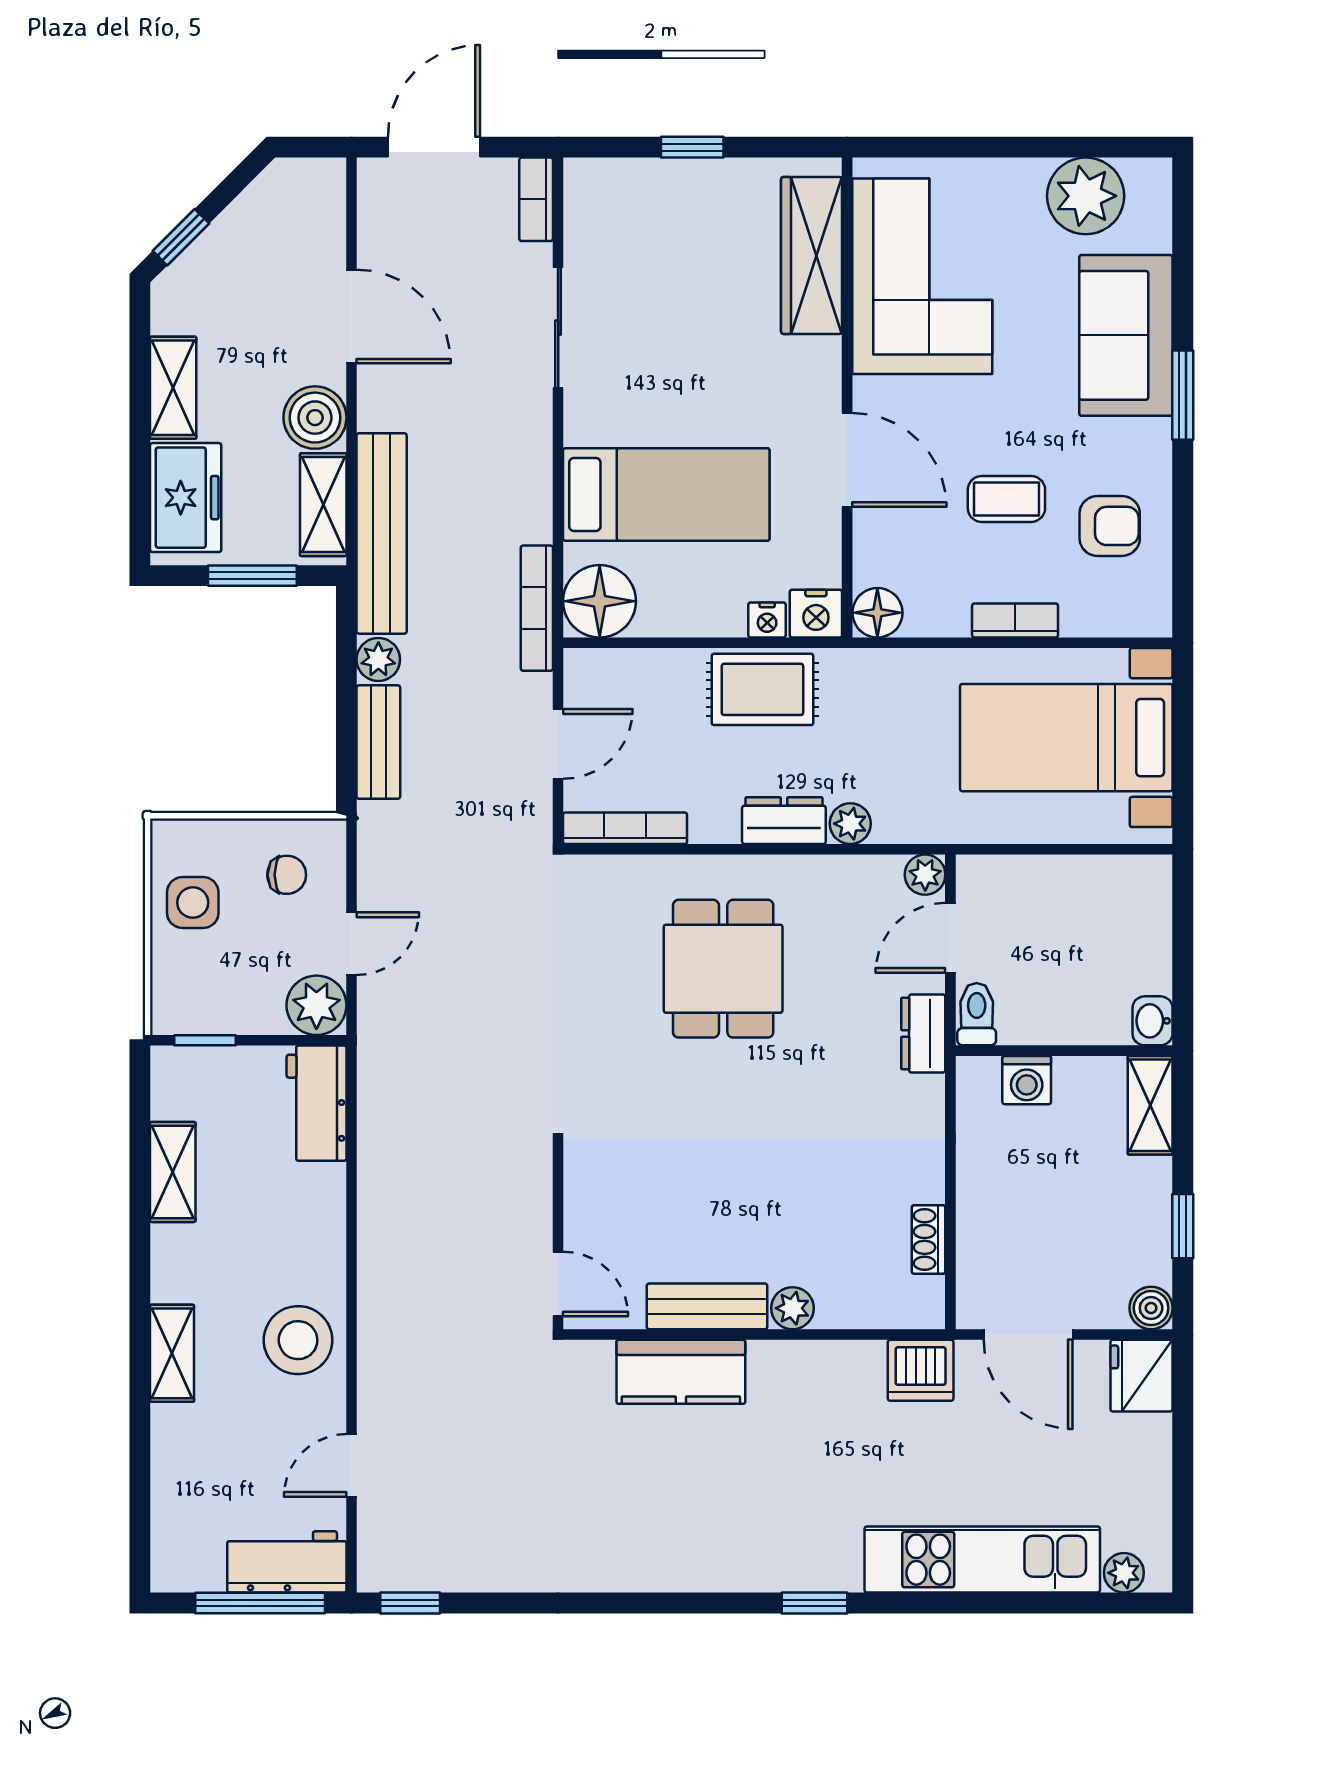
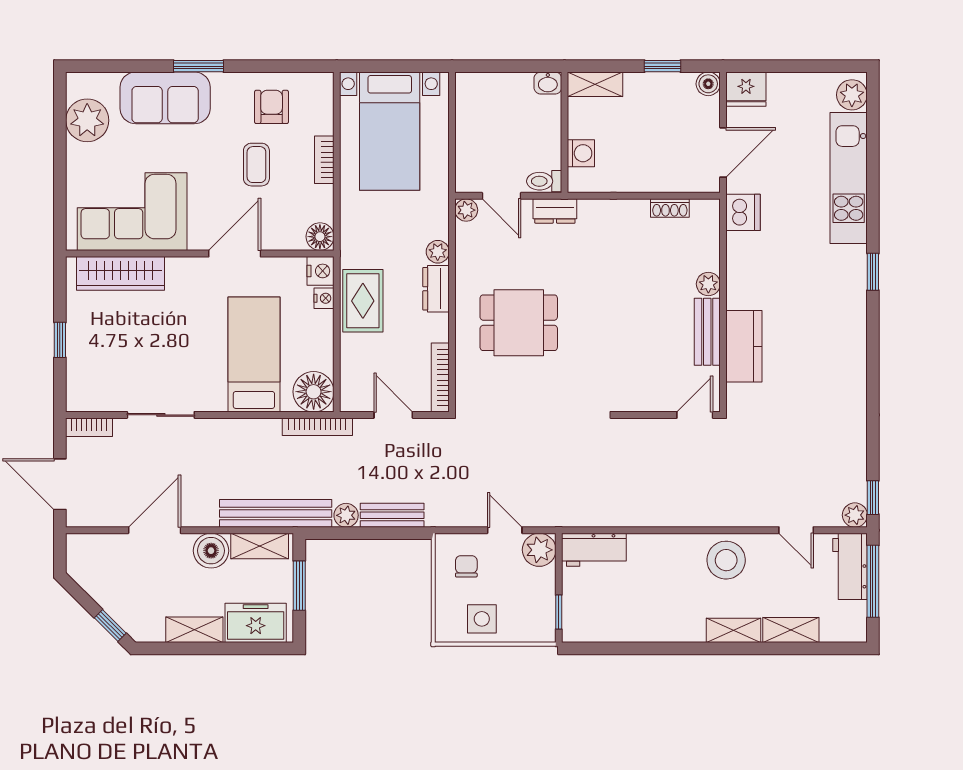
shelving: (173, 1172) -> (791, 630), moved
plant: (379, 1571) -> (855, 515), added
plant: (1124, 1573) -> (852, 95), width x1.38, depth x1.38

